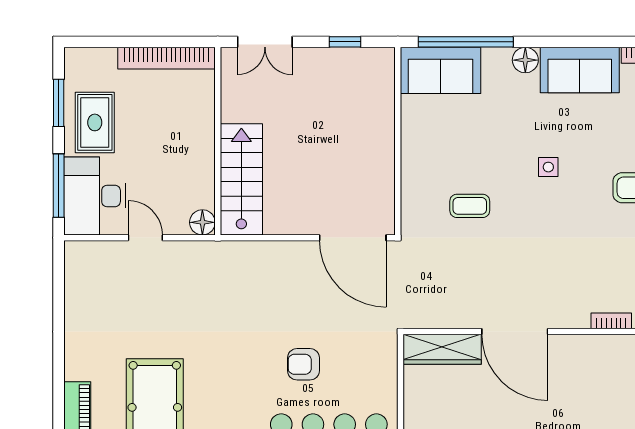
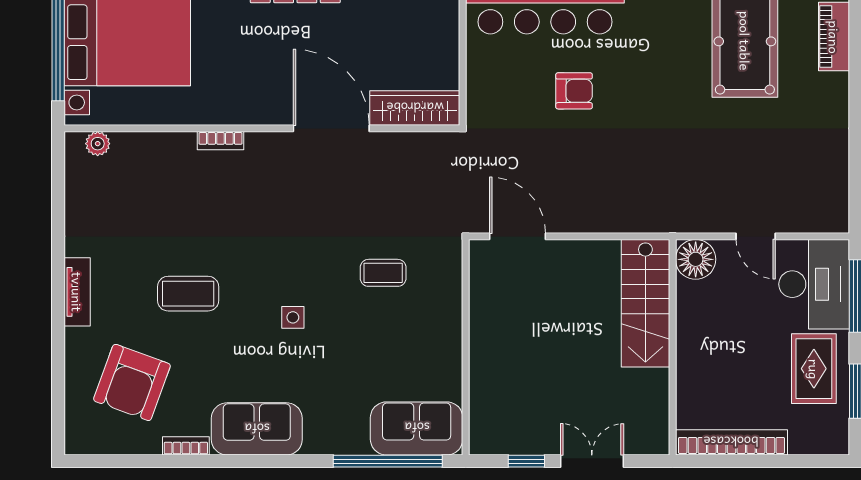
double door: (265, 42) -> (592, 461), moved
floor lamp: (525, 60) -> (319, 440), removed
floor lamp: (202, 222) -> (696, 259), width x1.38, depth x1.38
door: (353, 238) -> (518, 236), width x0.73

